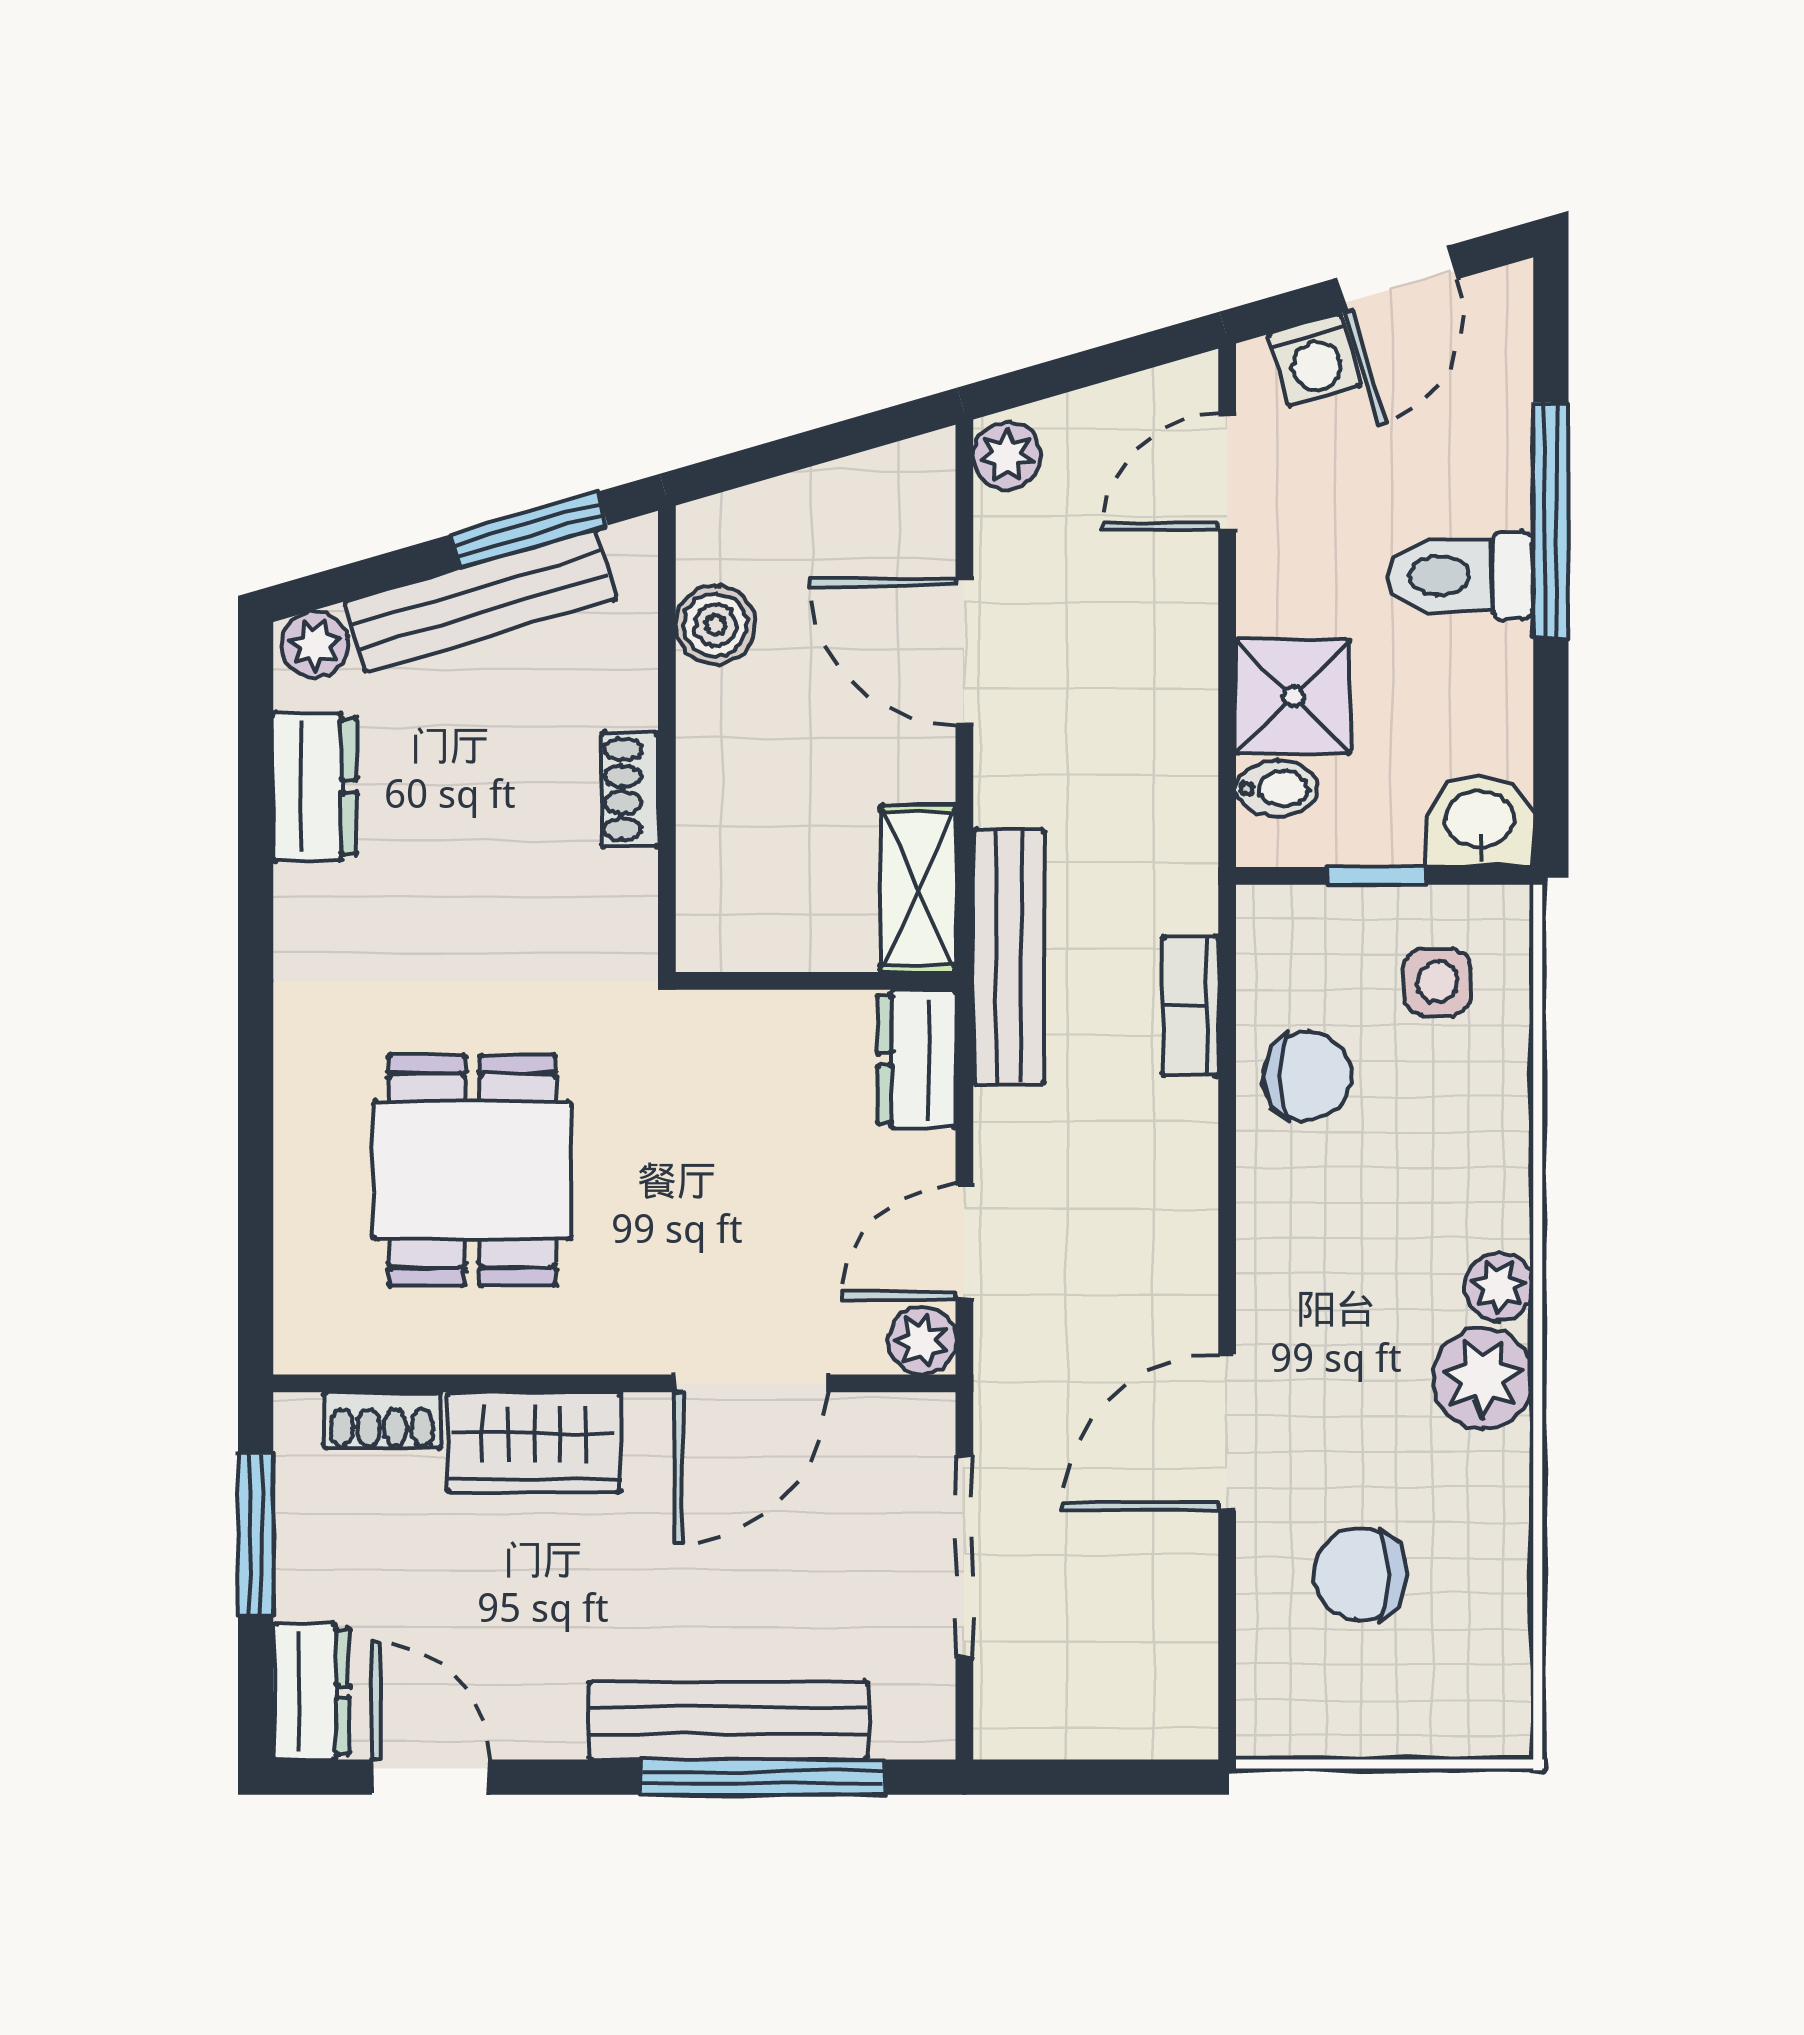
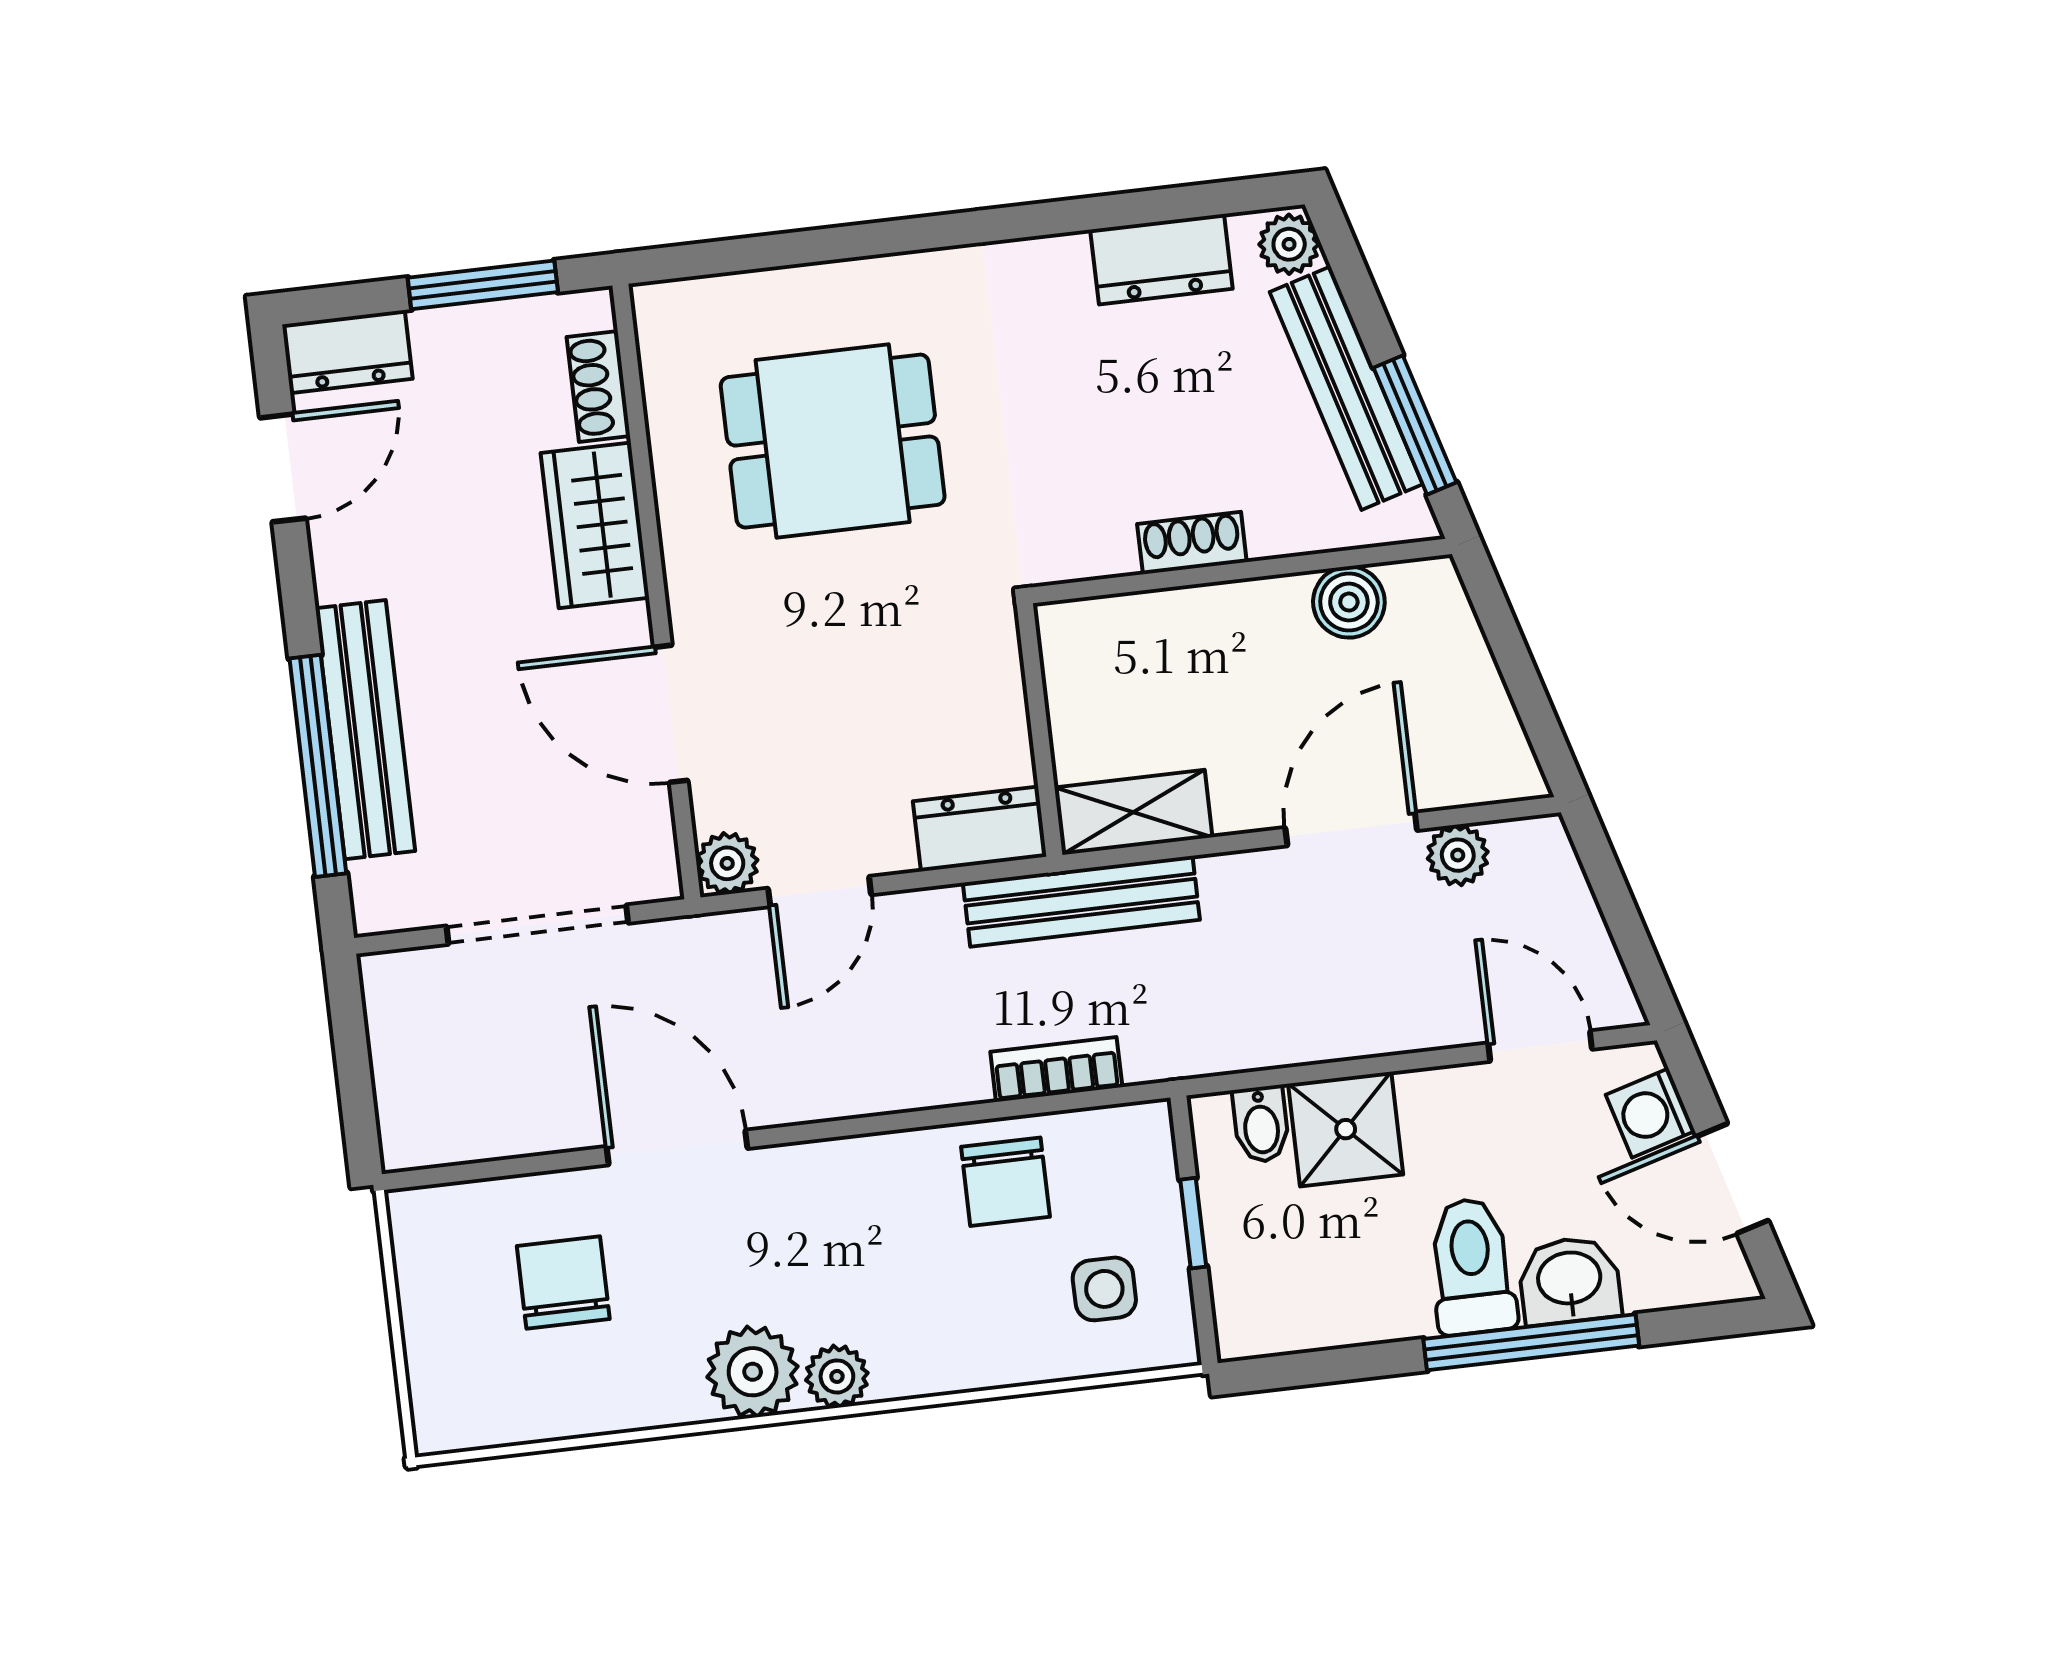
plant: (1007, 455) -> (1458, 855), moved
washbasin: (1480, 822) -> (1569, 1280), moved, turned -90
door: (964, 1243) -> (820, 891), swing flipped

